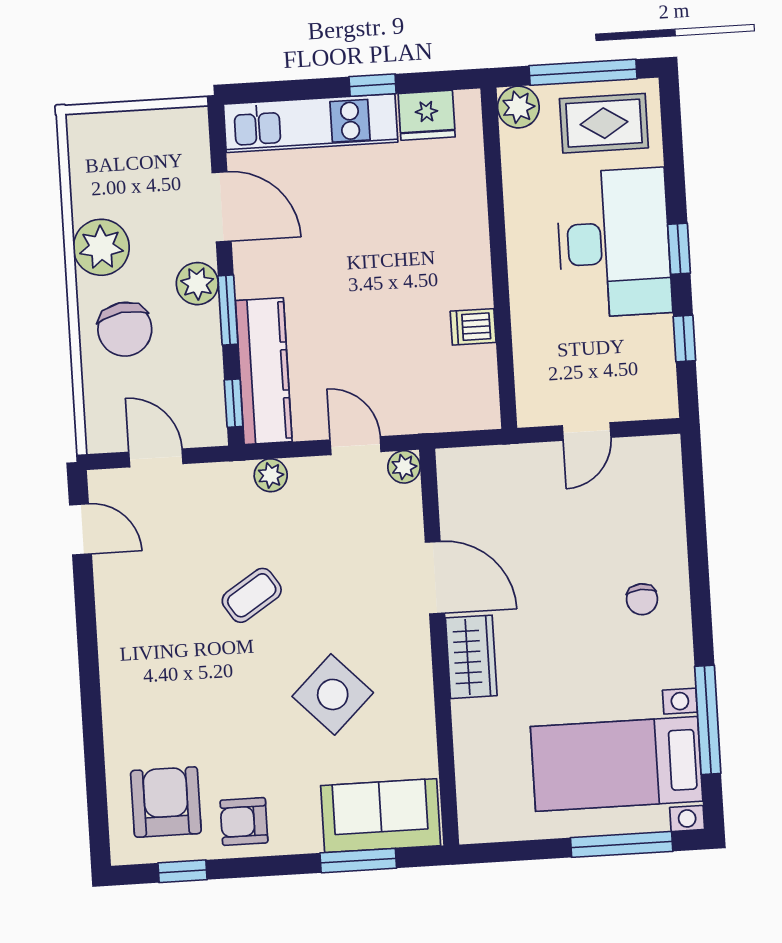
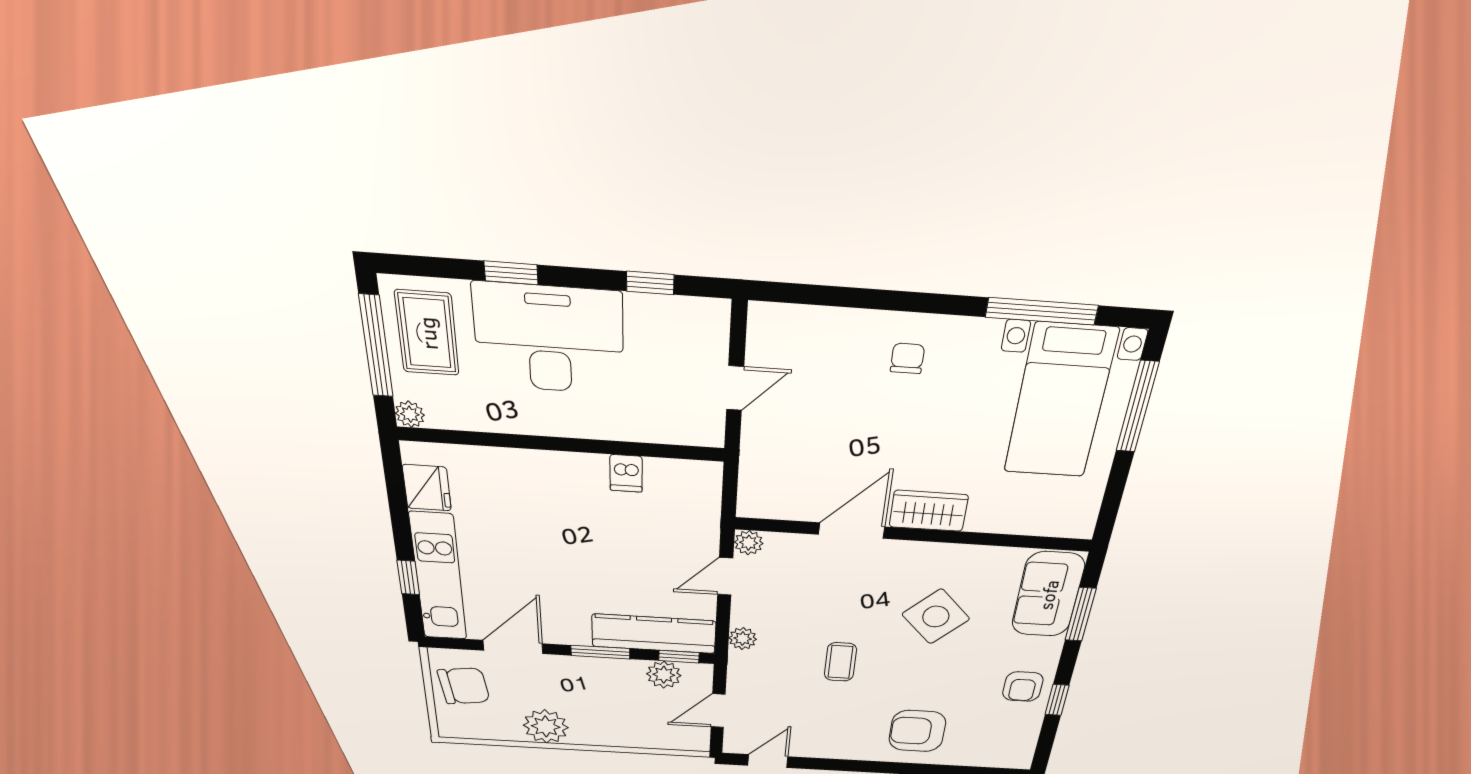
window: (373, 85) -> (408, 577), moved
plant: (518, 107) -> (410, 414), width x0.73, depth x0.73
window: (679, 249) -> (511, 273), moved
plant: (197, 284) -> (664, 675), moved
chair: (125, 329) -> (464, 686), moved
door: (587, 432) -> (735, 388), hinge flipped
coffee table: (252, 595) -> (840, 662), turned 33
chair: (642, 599) -> (907, 358), turned -87
armchair: (166, 802) -> (917, 731), moved
window: (182, 871) -> (1057, 700), moved

